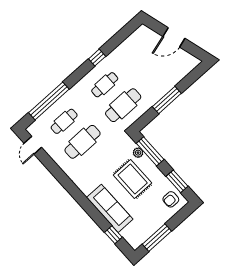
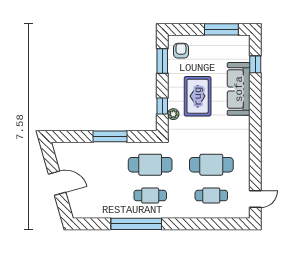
window: (97, 58) -> (136, 224), width x3.17
window: (49, 101) -> (209, 224), removed
window: (150, 151) -> (162, 106), width x0.46
armchair: (171, 199) -> (181, 51), turned -90

